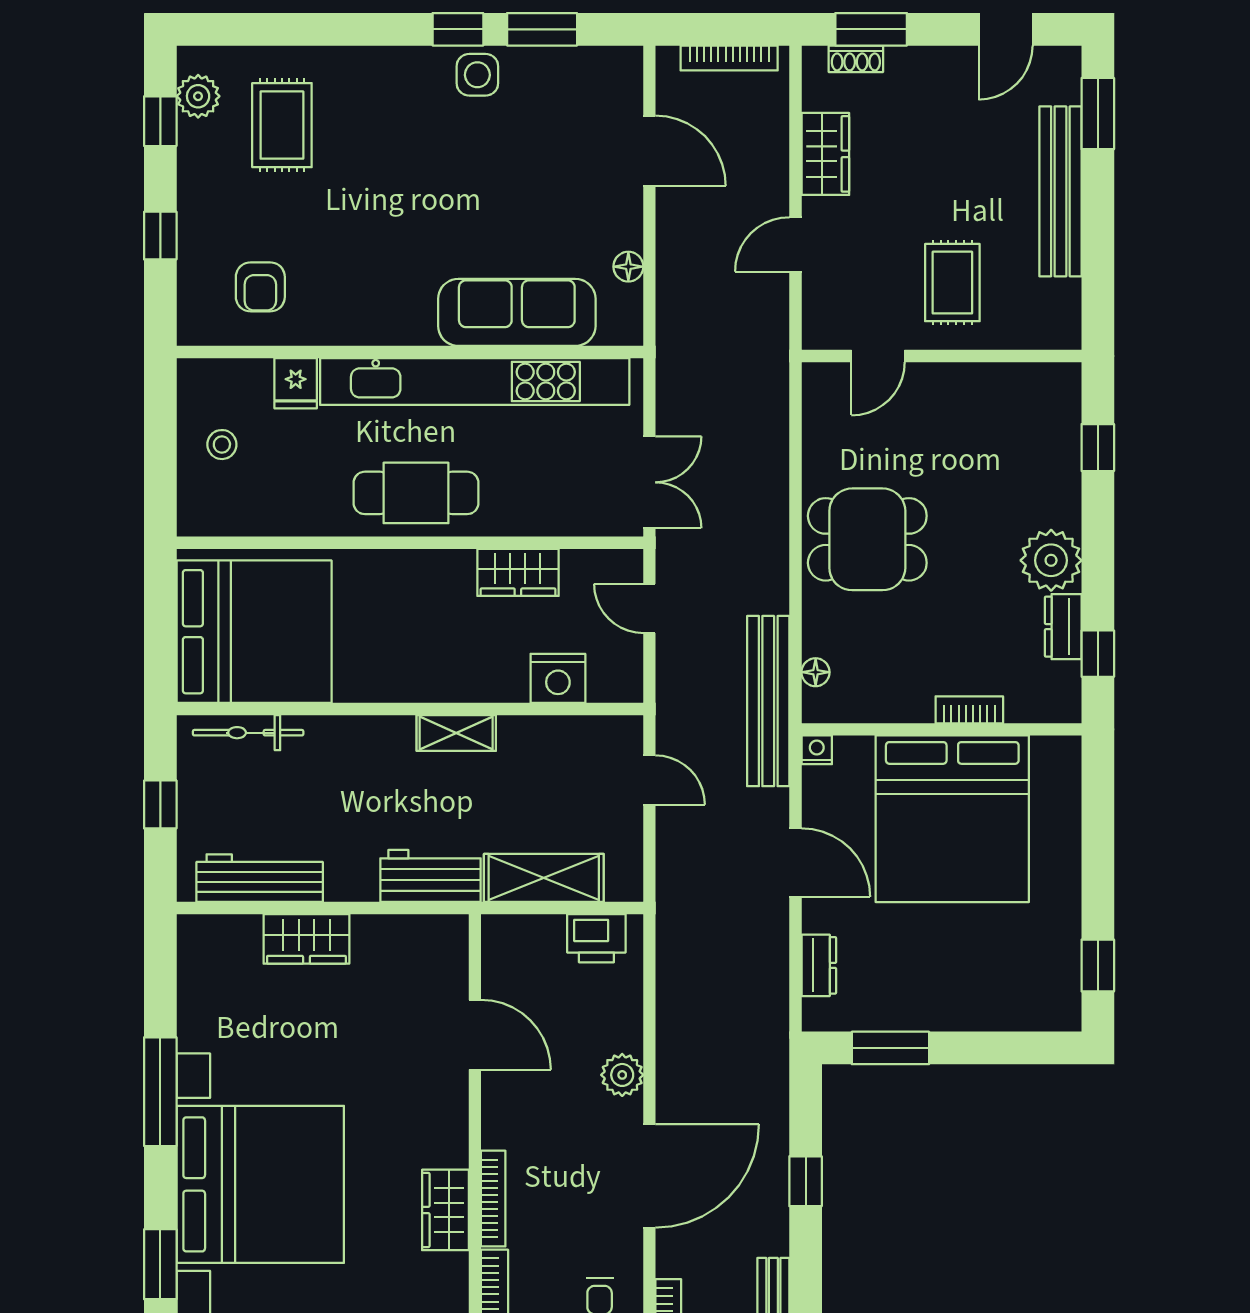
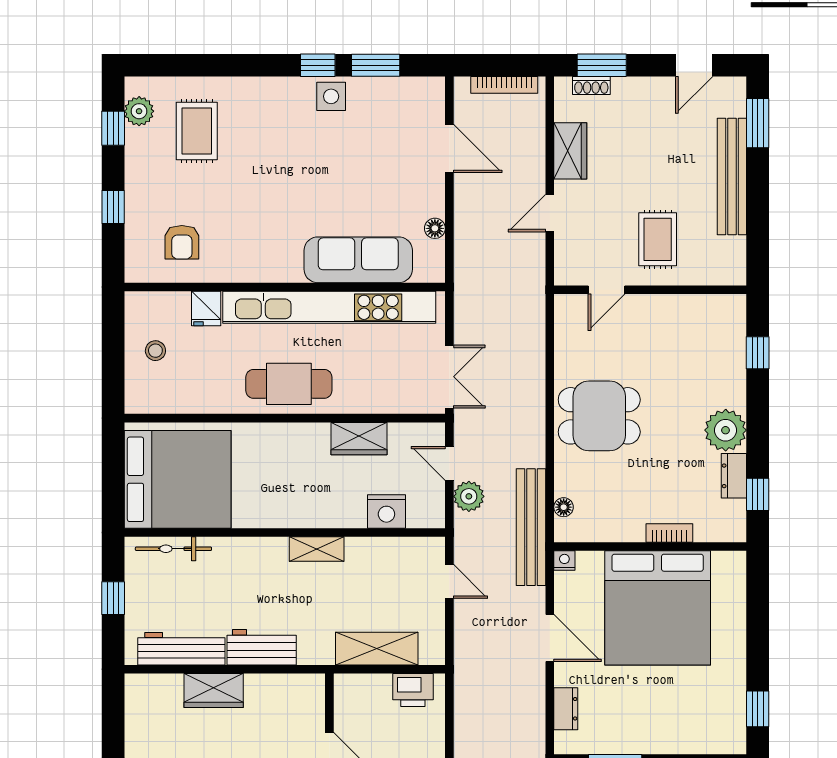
plant: (678, 656) -> (469, 496), added
workbench: (431, 876) -> (262, 647), moved

